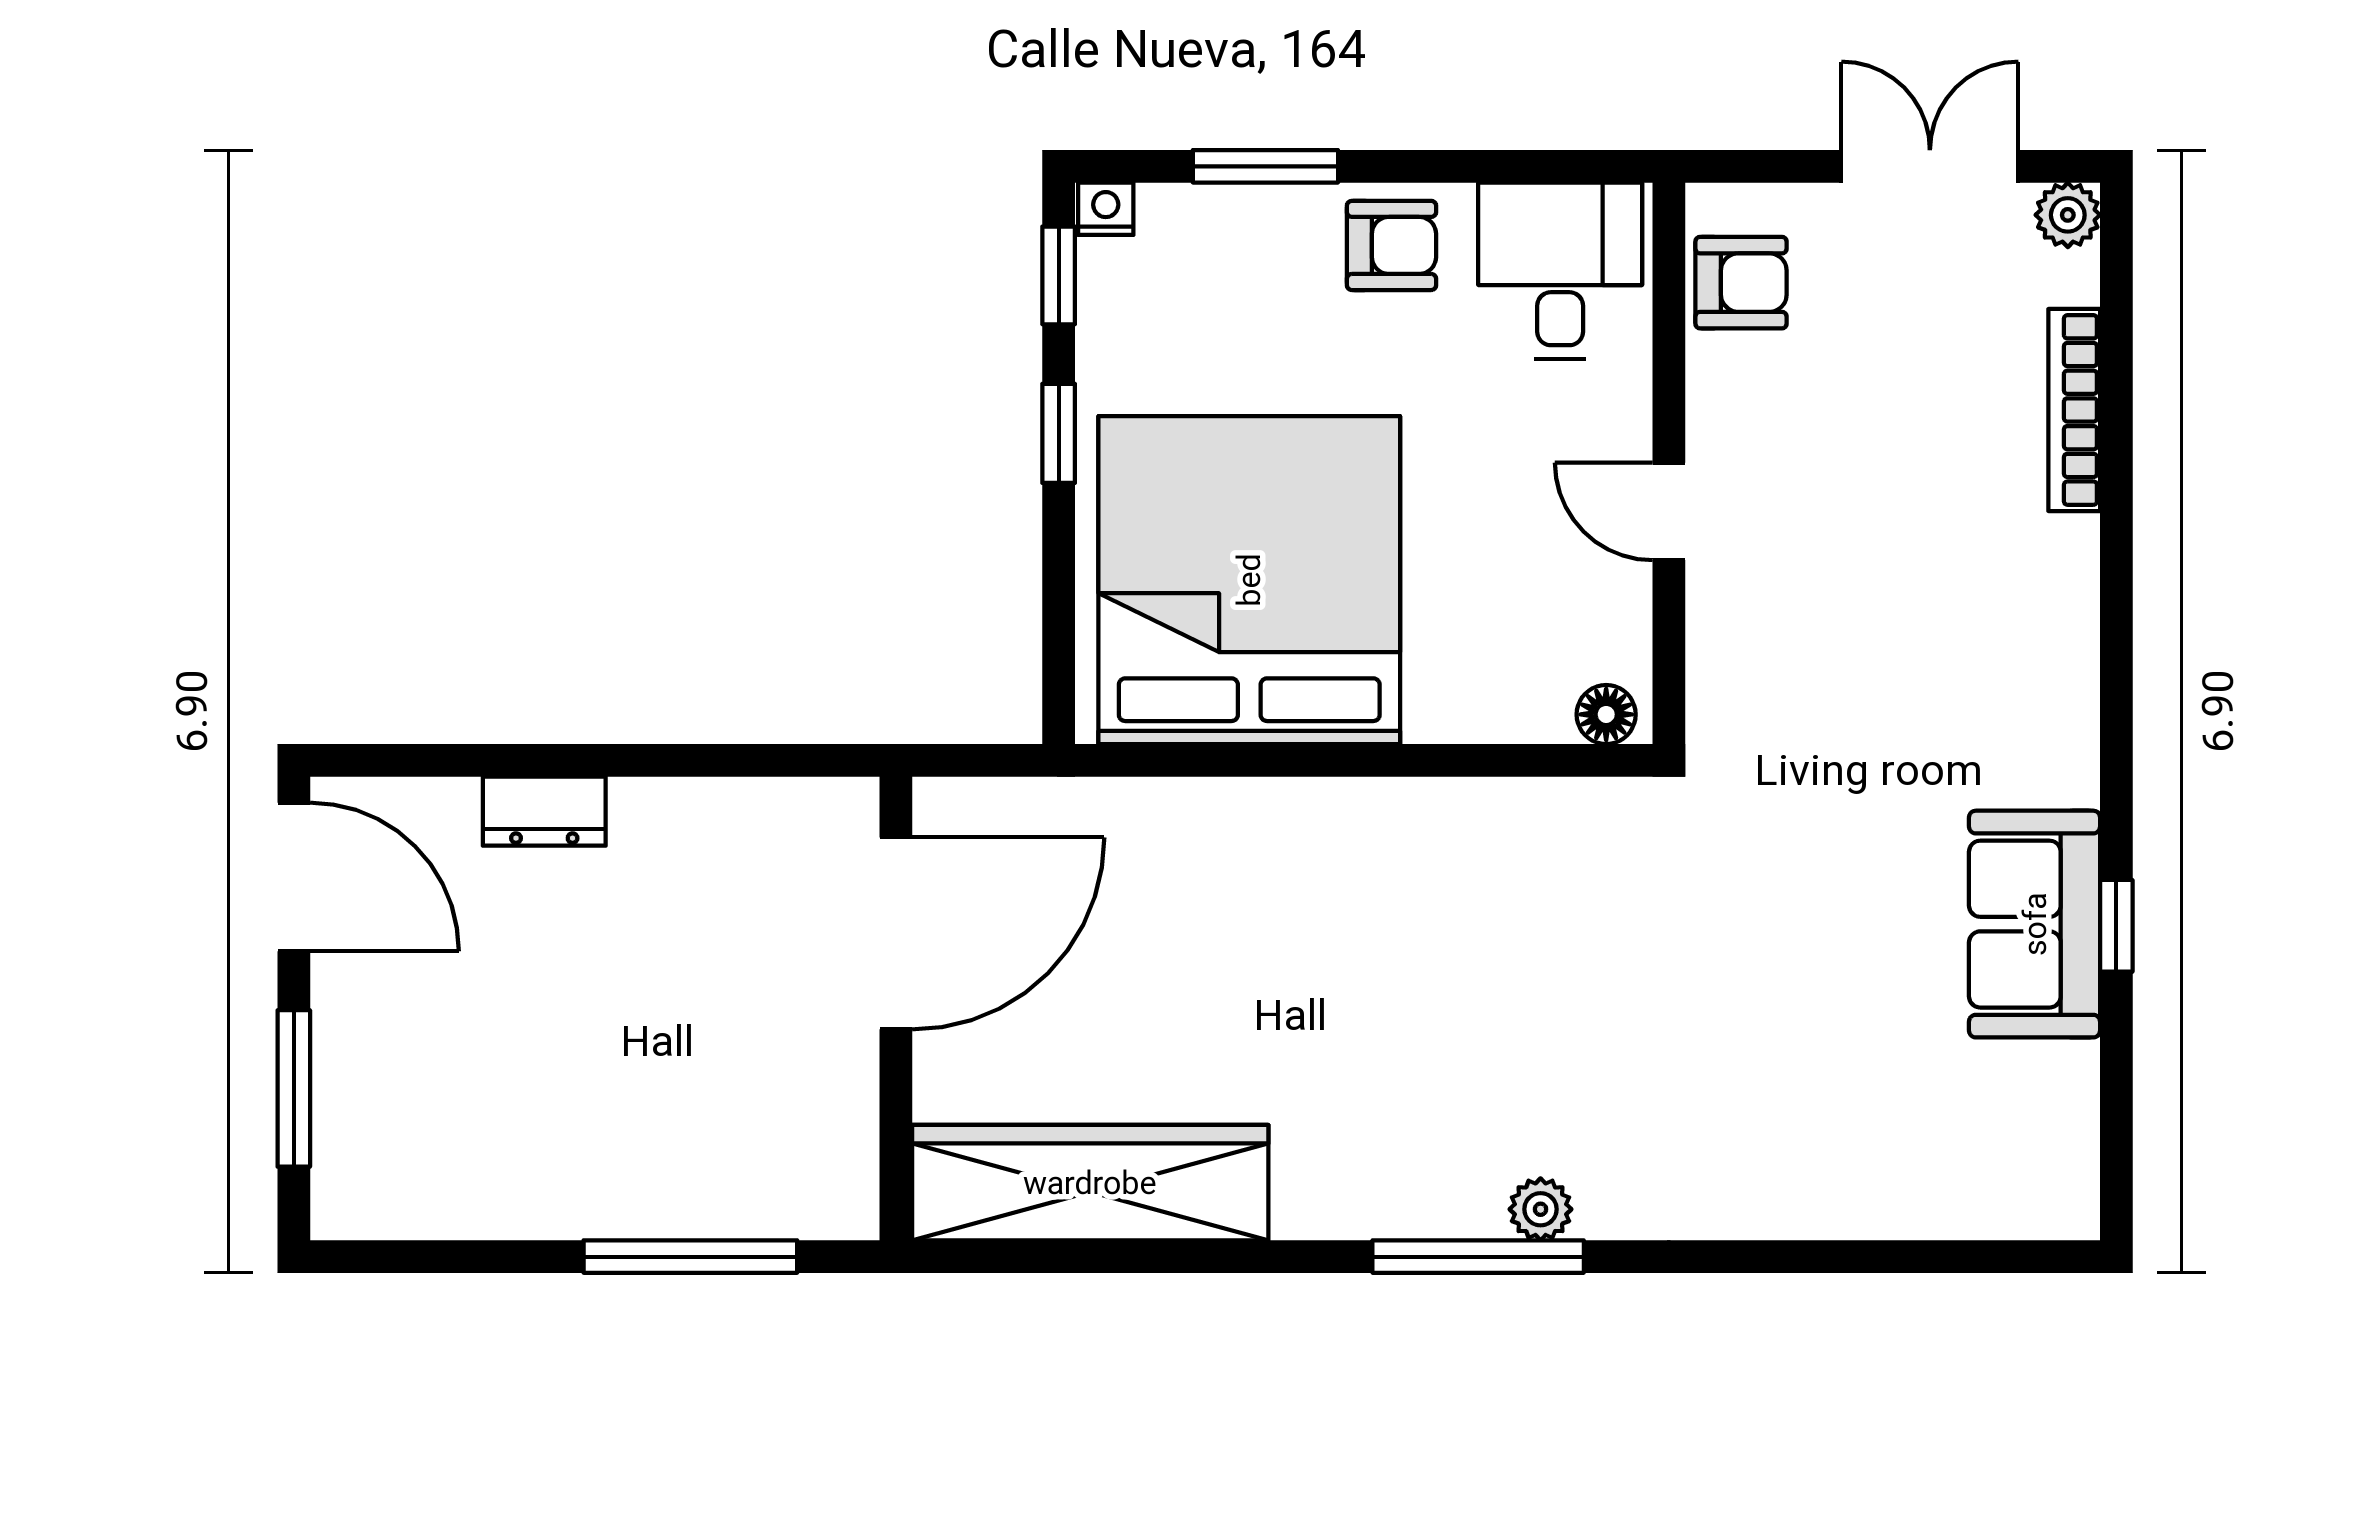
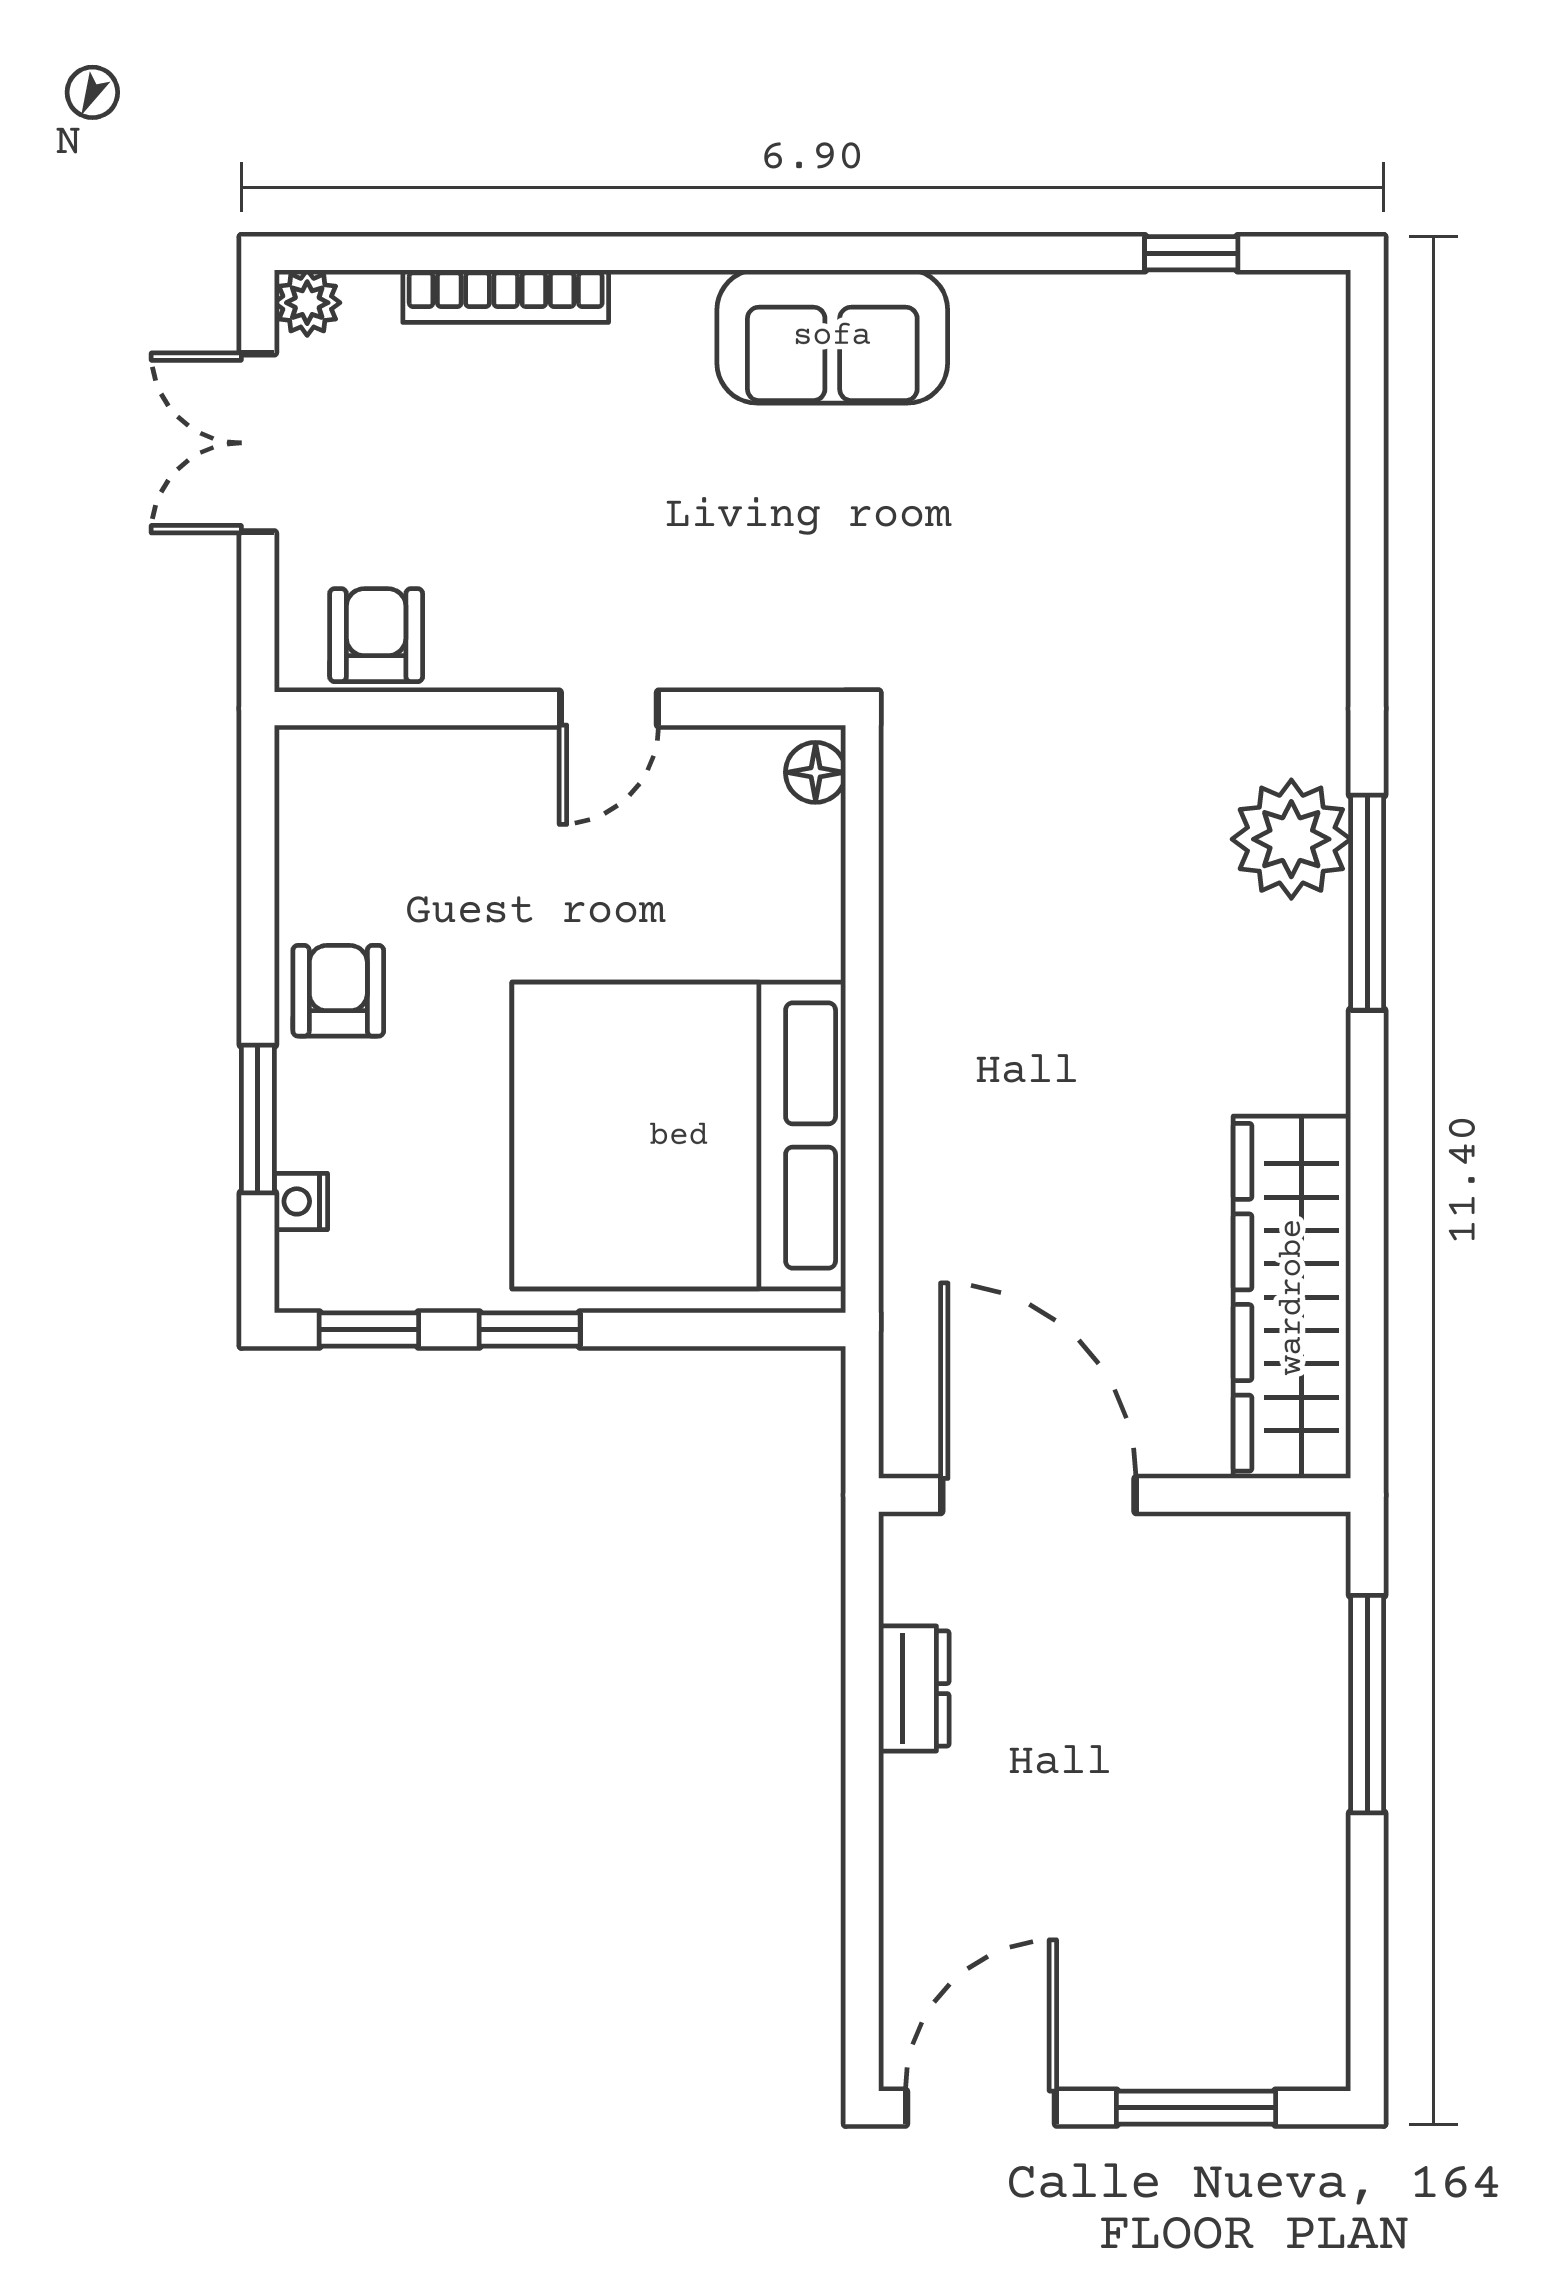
nightstand: (1106, 209) -> (301, 1201), moved
desk: (1560, 271) -> (364, 819), removed
dresser: (544, 811) -> (914, 1689), moved
sofa: (2035, 924) -> (832, 336), moved
window: (2116, 926) -> (1191, 253), moved
plant: (1541, 1209) -> (1291, 839), width x1.88, depth x1.88

